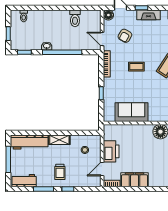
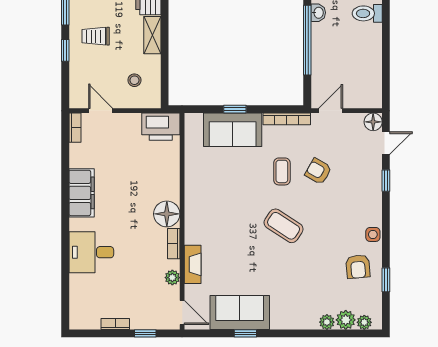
fireplace: (149, 15) -> (373, 193), removed
toilet: (75, 18) -> (367, 13), moved
armchair: (125, 36) -> (318, 171), moved
sofa: (132, 112) -> (233, 130), moved, turned 90
printer: (111, 151) -> (161, 127), moved
filing cabinet: (134, 180) -> (82, 193), moved

